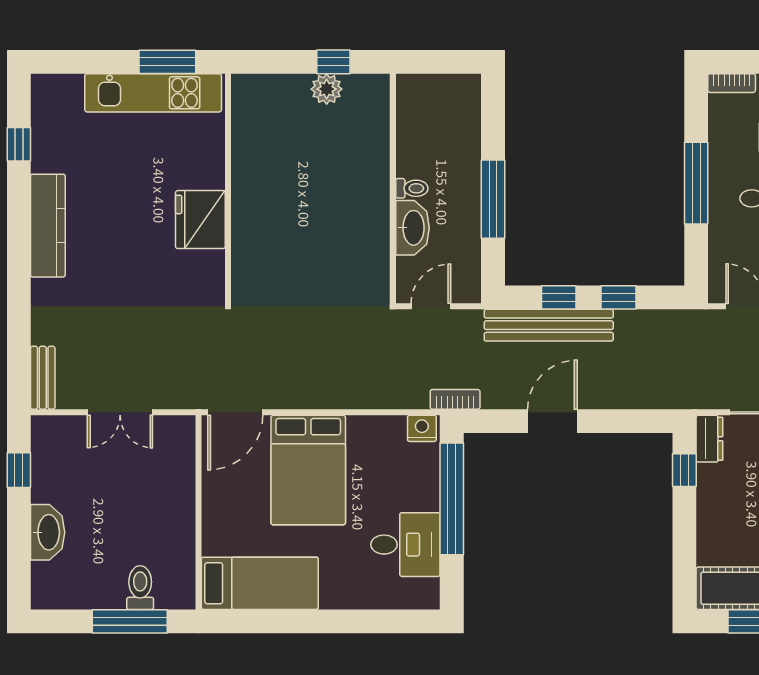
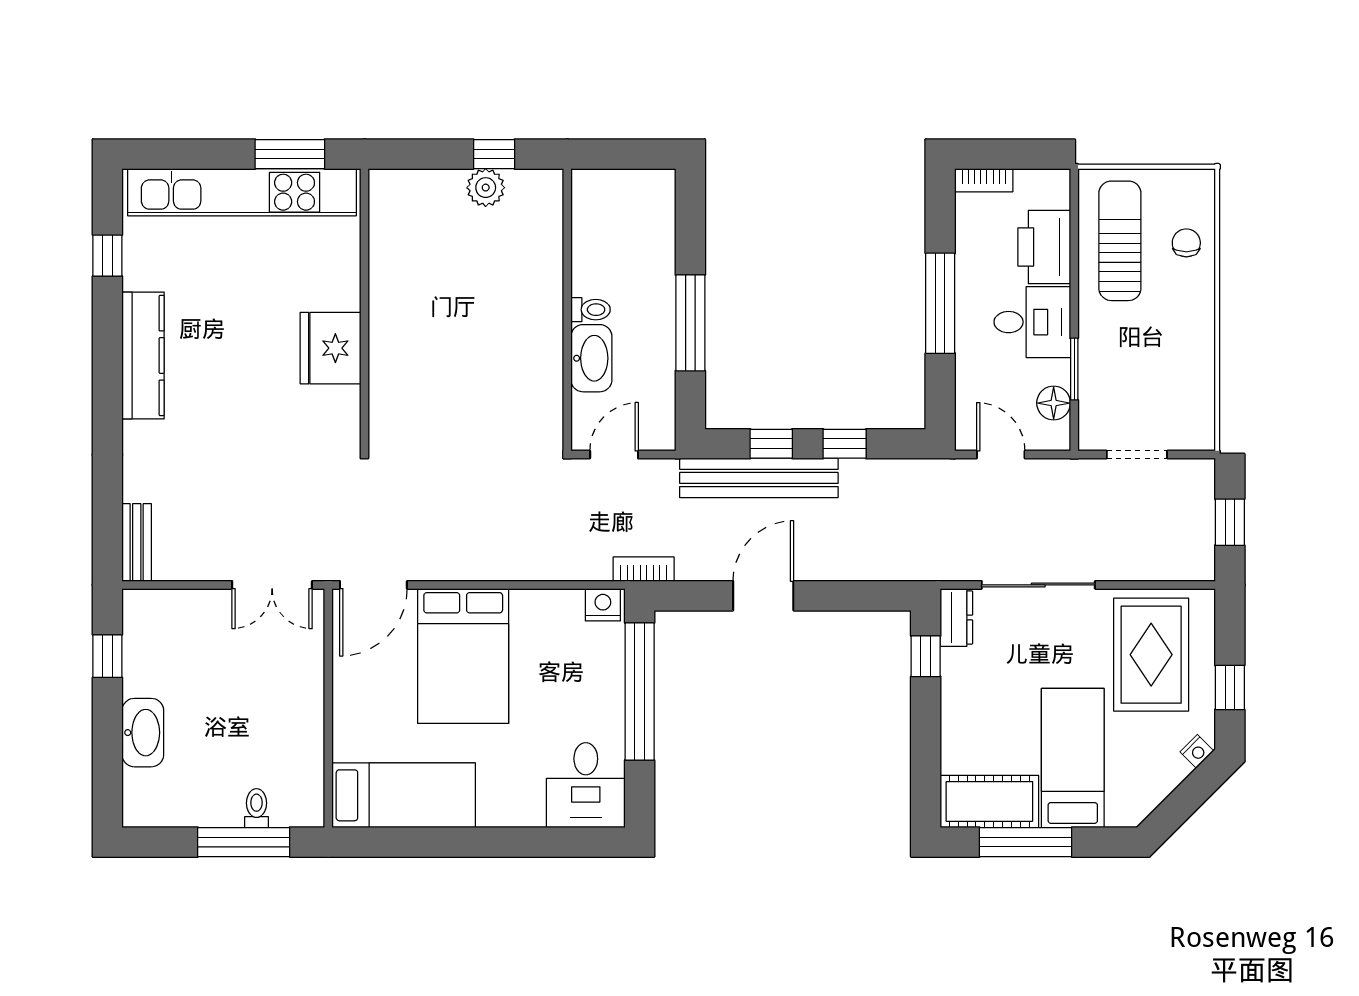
kitchen unit: (153, 93) -> (242, 192), width x1.36
double door: (120, 412) -> (272, 585), moved
desk: (405, 545) -> (586, 785), moved, turned 90
toilet: (140, 588) -> (257, 808), width x0.73, depth x0.72

